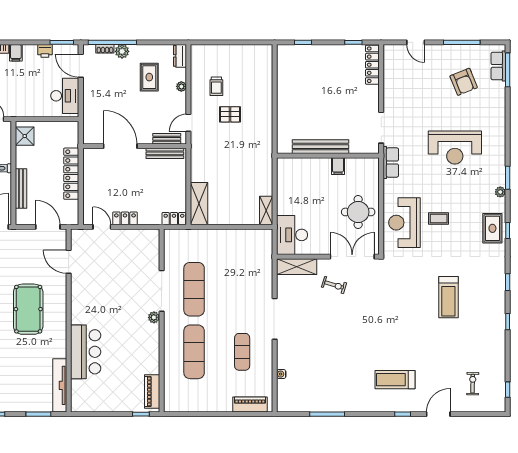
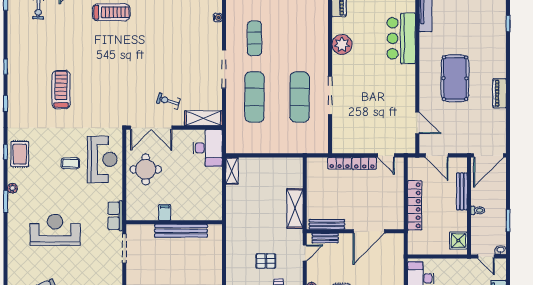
door: (120, 146) -> (369, 231), hinge flipped
shelving: (199, 204) -> (295, 209), moved
locker: (174, 219) -> (340, 163), moved
plant: (154, 317) -> (342, 45), moved, width x1.88, depth x1.88
exercise mat: (194, 352) -> (254, 97), moved

